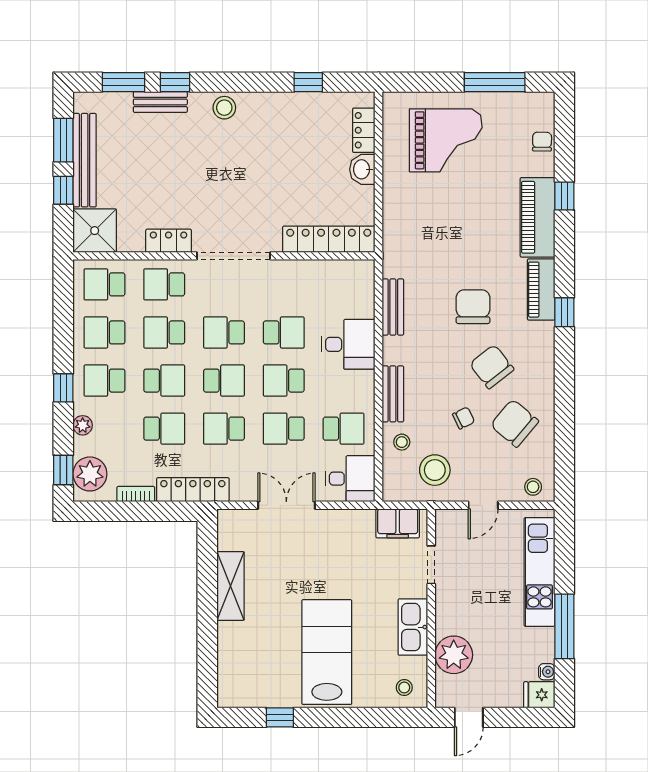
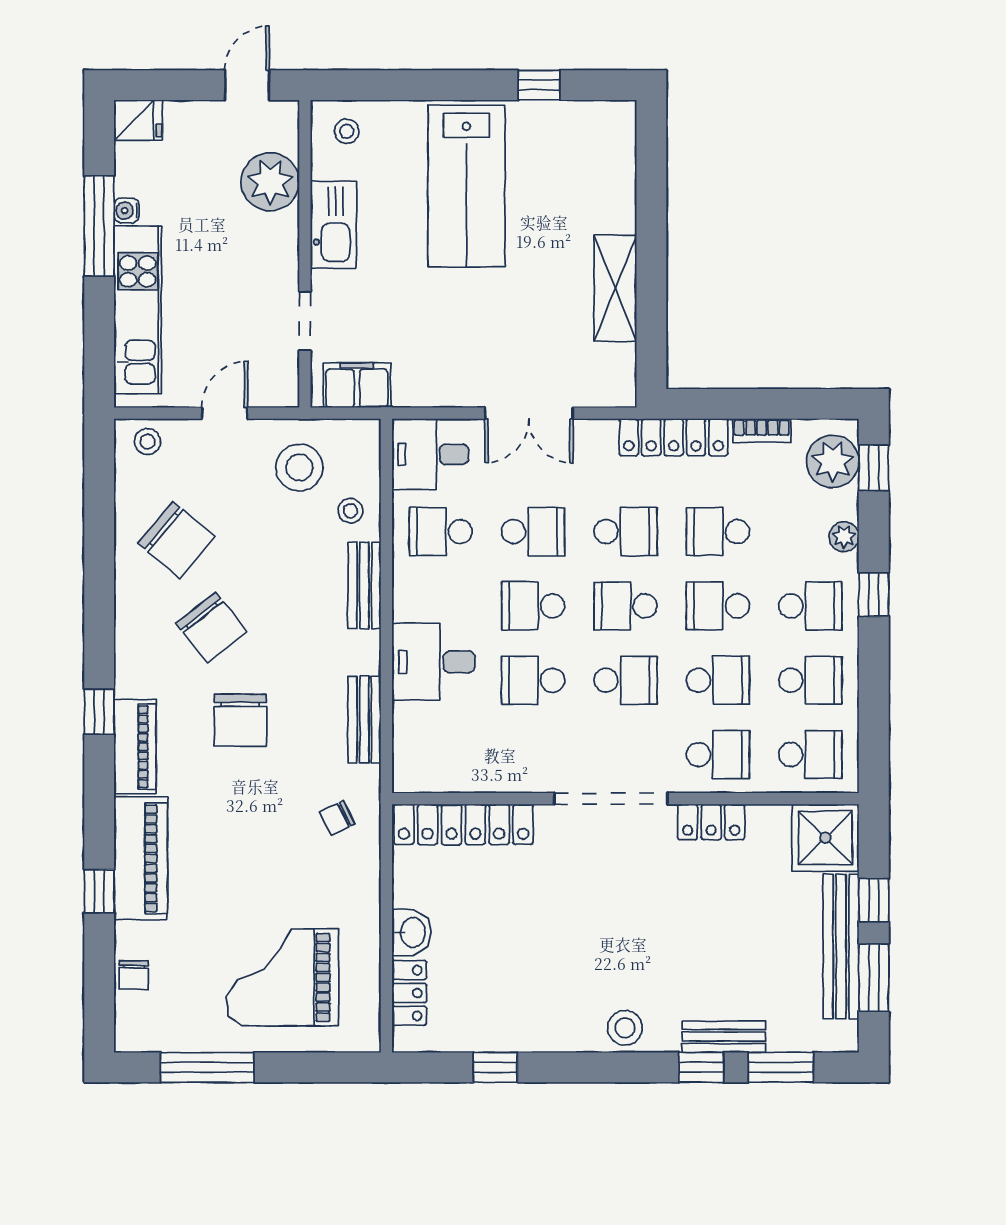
school desk: (284, 381) -> (533, 606), turned 180
chair: (464, 418) -> (337, 818), moved
water cooler: (547, 672) -> (126, 211), moved

